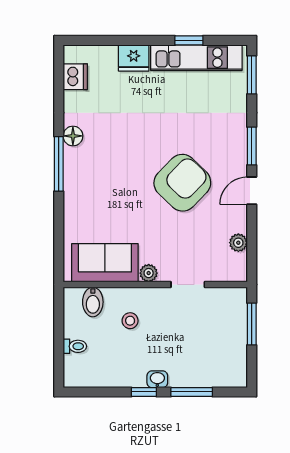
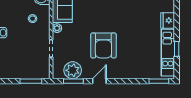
window: (252, 146) -> (73, 81), moved
armchair: (182, 183) -> (103, 45), turned 46
door: (252, 191) -> (99, 81), hinge flipped
plant: (238, 243) -> (73, 70), width x1.88, depth x1.88

